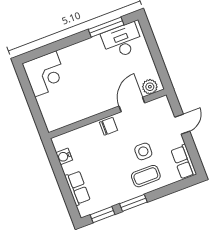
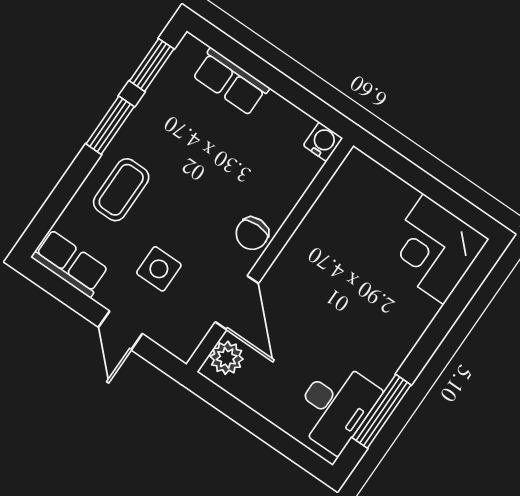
side table: (143, 151) -> (159, 269), moved
water cooler: (64, 156) -> (323, 142), moved

